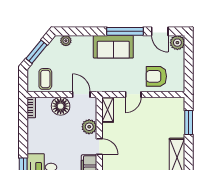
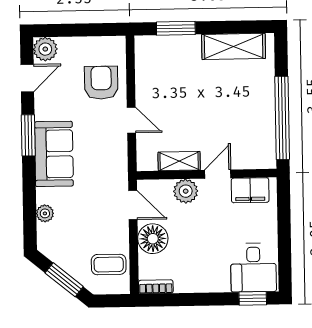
window: (125, 31) -> (28, 135), width x0.69
plant: (66, 41) -> (45, 213), moved
armchair: (156, 76) -> (101, 83), turned 180
door: (81, 94) -> (133, 205), swing flipped
shelving: (108, 110) -> (179, 161), moved

